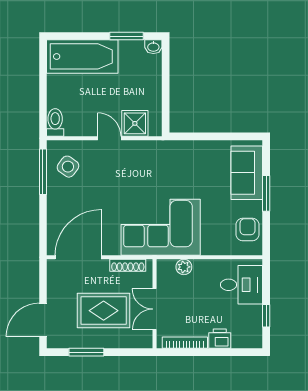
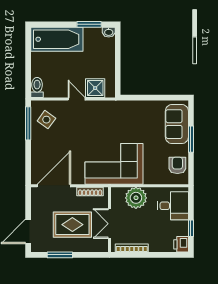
plant: (184, 267) -> (136, 198), width x1.87, depth x1.87
printer: (220, 339) -> (181, 244), moved, turned -90

